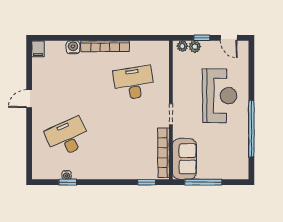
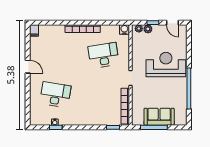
water cooler: (73, 47) -> (124, 30), moved
reception desk: (220, 96) -> (166, 65), turned -90
door: (29, 99) -> (28, 67), swing flipped
desk: (67, 137) -> (55, 95), turned 33
sofa: (184, 159) -> (159, 117), moved, turned -90

